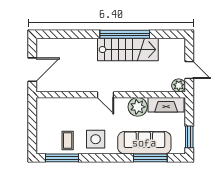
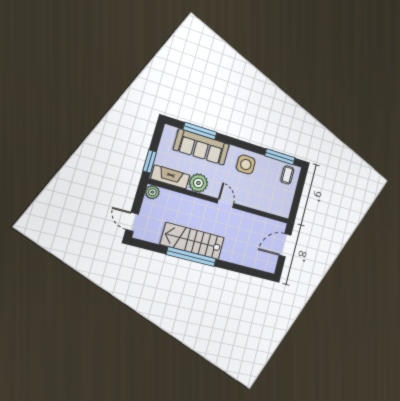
door: (189, 70) -> (132, 222), moved
window: (189, 137) -> (150, 161), moved
coffee table: (68, 140) -> (287, 175), moved

